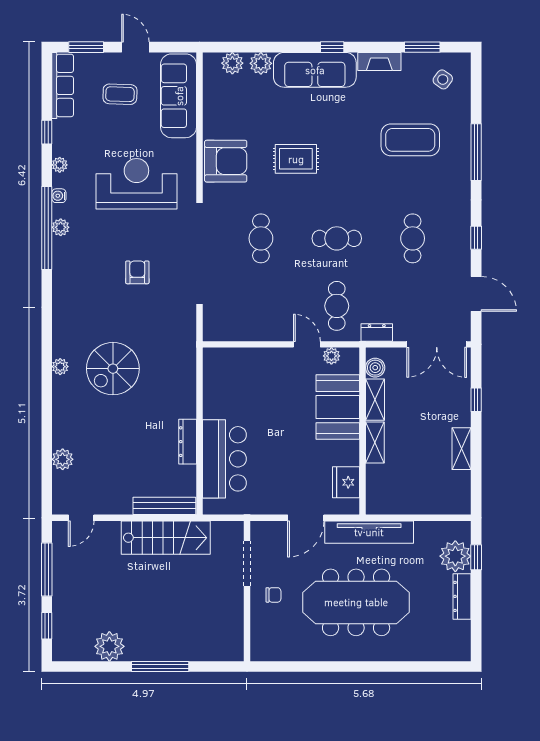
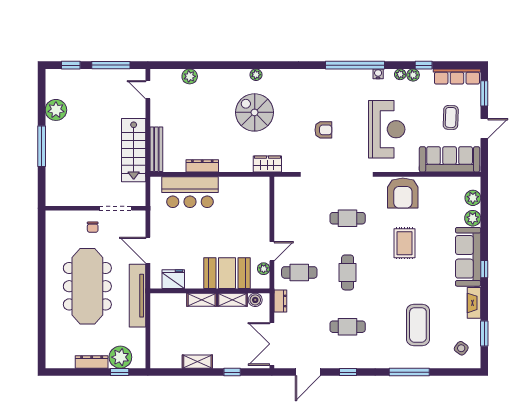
plant: (61, 227) -> (413, 75), moved
wardrobe: (185, 351) -> (267, 164), added

